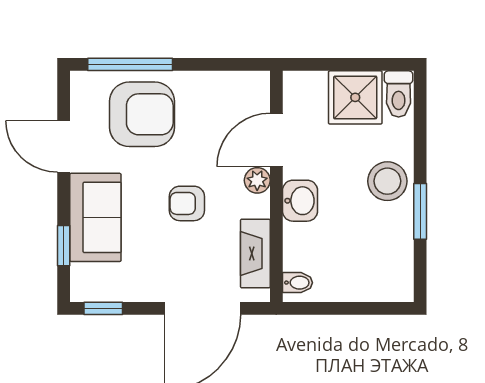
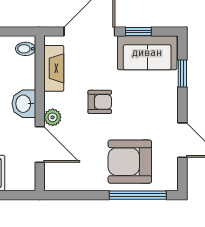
door: (276, 140) -> (40, 144), hinge flipped
sofa: (95, 217) -> (147, 53), moved, turned -90
window: (103, 308) -> (138, 32), moved

